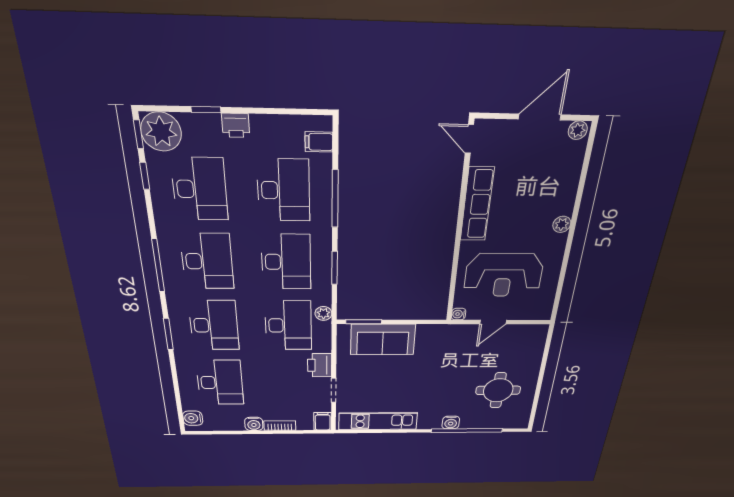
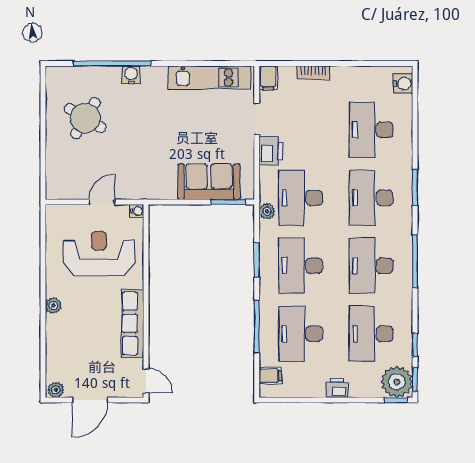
window: (206, 110) -> (396, 400), moved
round table: (498, 390) -> (85, 118), turned 31
water cooler: (254, 424) -> (340, 75), removed

